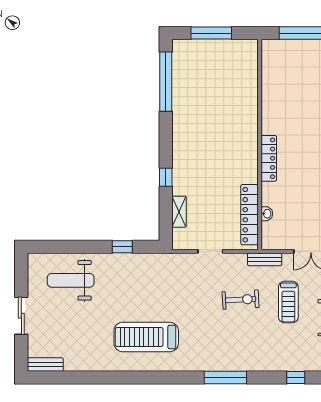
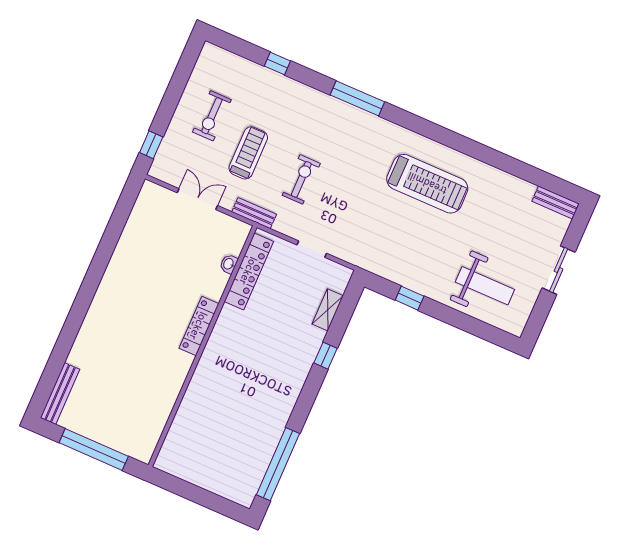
window: (211, 33) -> (202, 497), removed
exercise bike: (241, 300) -> (301, 179), turned 93

